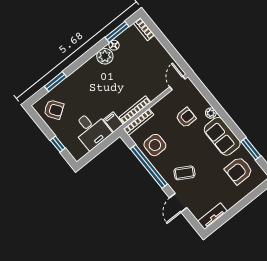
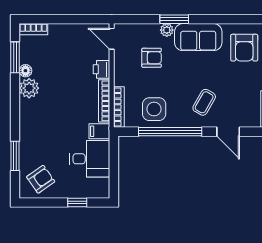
printer: (153, 92) -> (101, 69), added
armchair: (186, 118) -> (152, 58), turned 90
window: (251, 149) -> (174, 19), moved

